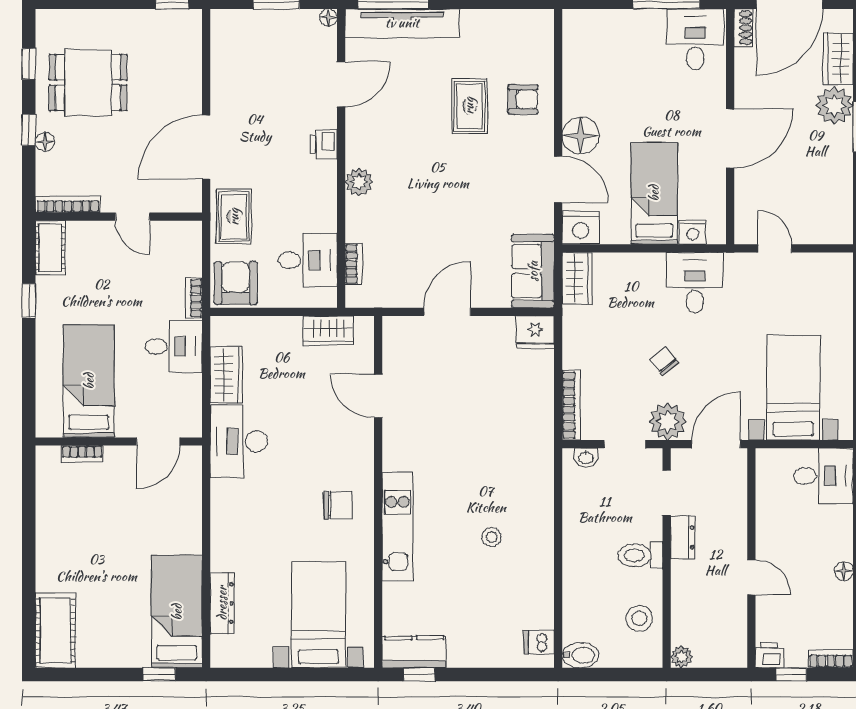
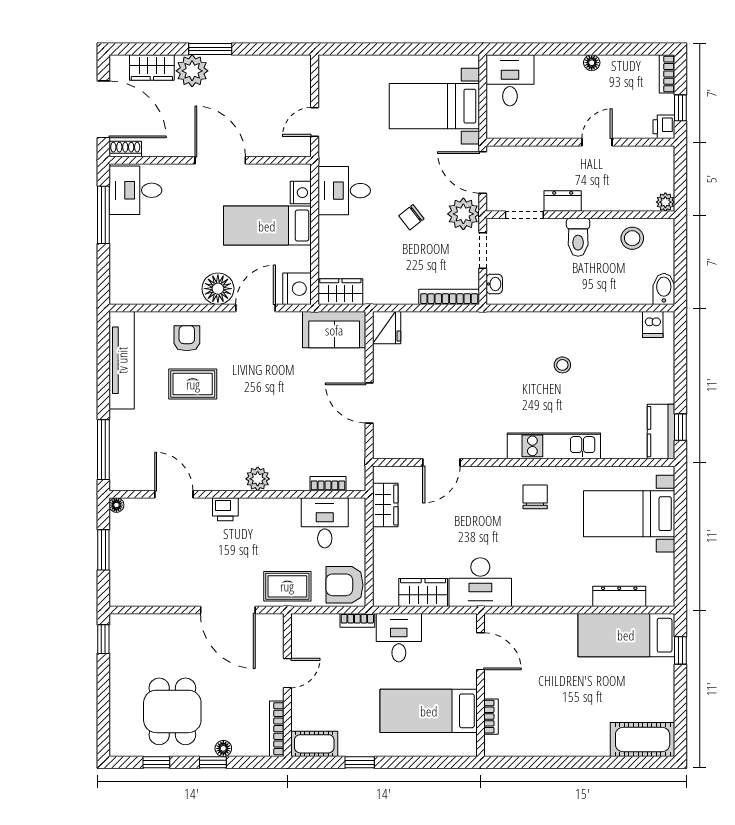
tv unit: (402, 23) -> (122, 360), moved

